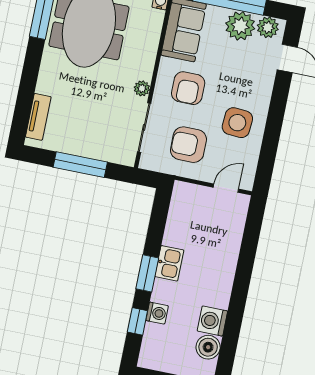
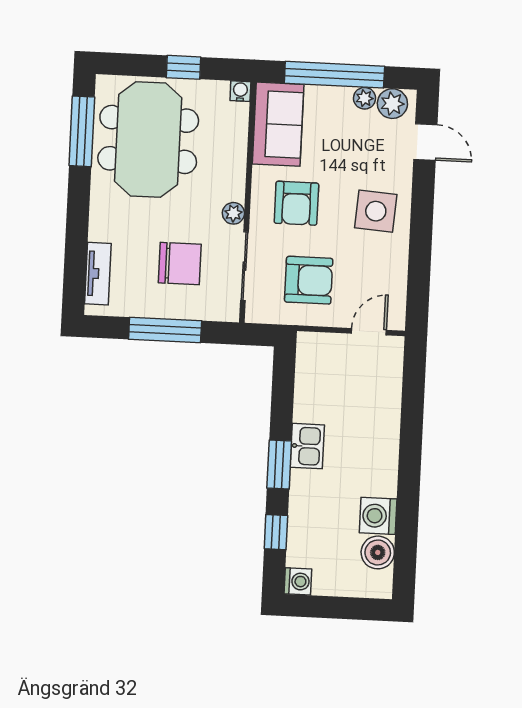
plant: (240, 26) -> (364, 98), width x0.53, depth x0.53
chair: (98, 119) -> (180, 264), added
side table: (237, 123) -> (376, 211), moved
armchair: (188, 145) -> (309, 280), turned 180
washing machine: (157, 313) -> (298, 581), moved

